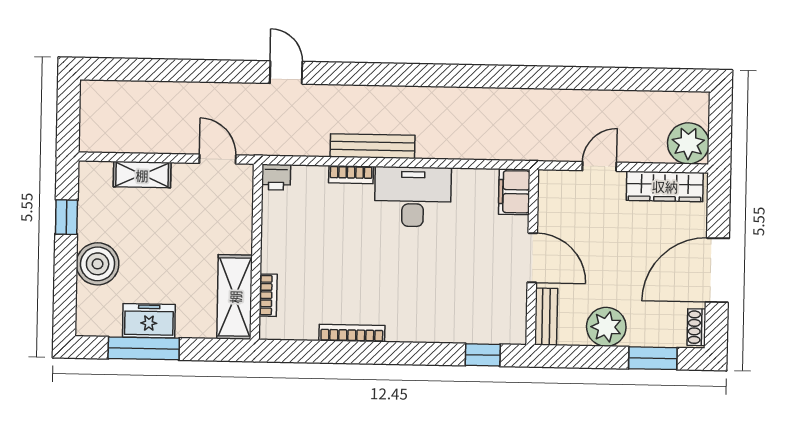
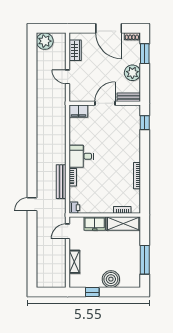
plant: (688, 143) -> (45, 41), moved
bench: (372, 146) -> (61, 182), moved
wardrobe: (665, 186) -> (75, 50), width x0.67
desk: (413, 197) -> (81, 156), width x0.73
freezer: (149, 321) -> (95, 223), moved, turned -90

